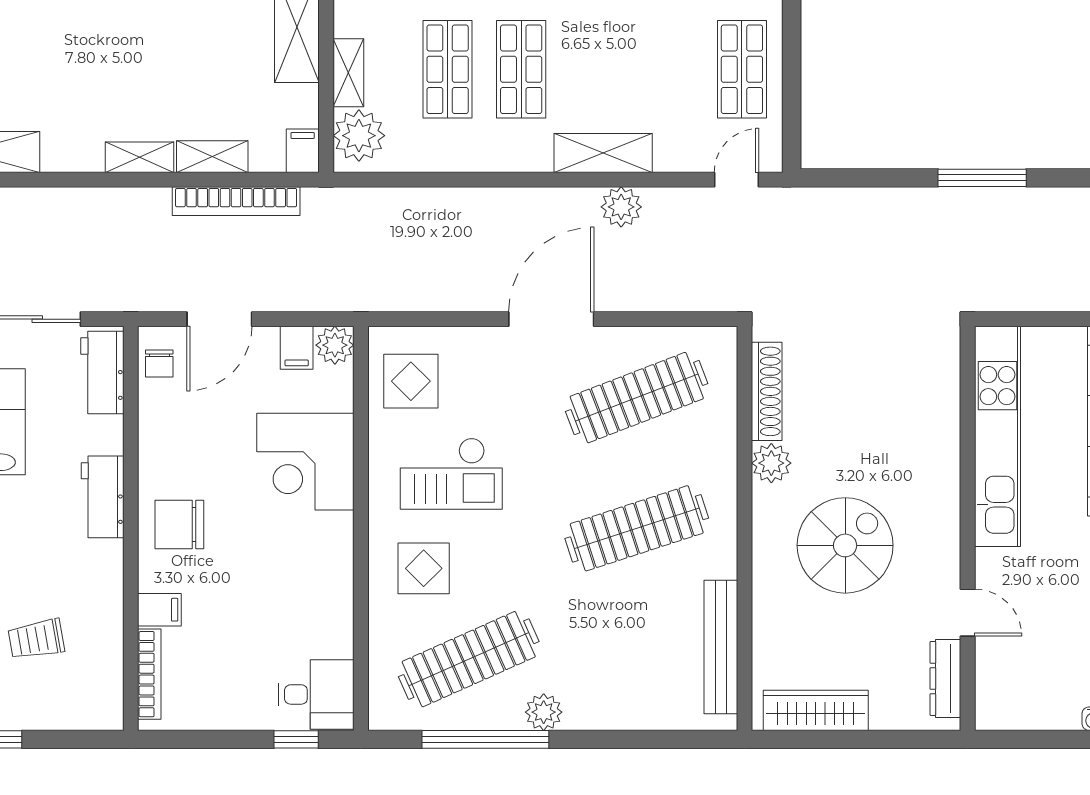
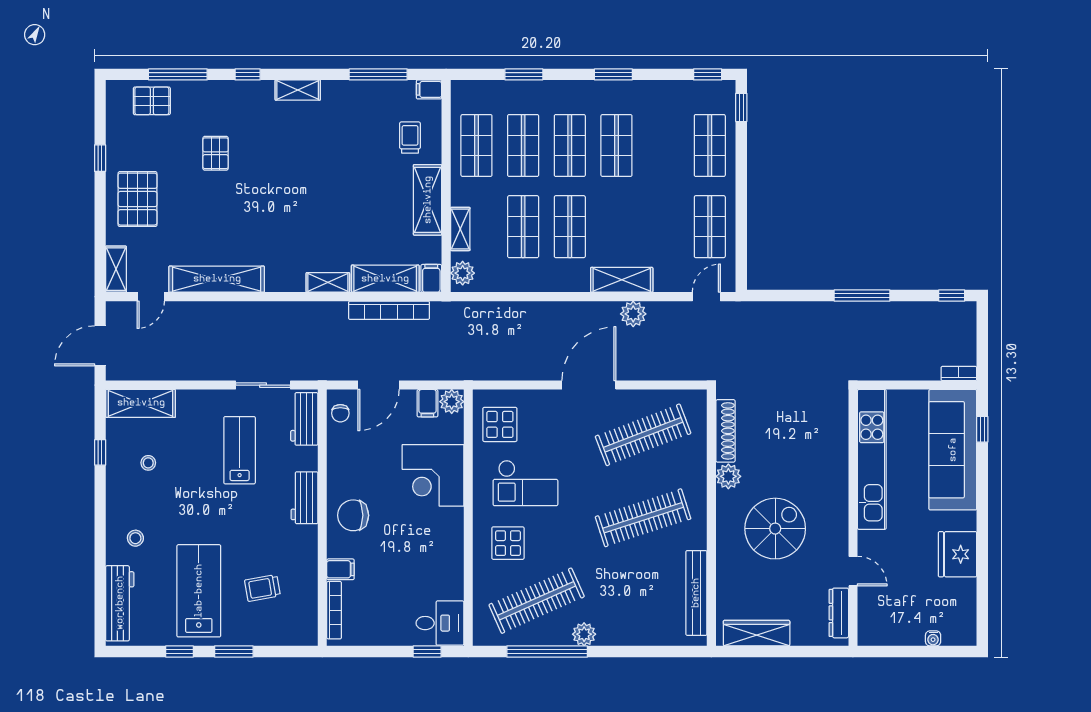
plant: (359, 136) -> (463, 273), width x0.73, depth x0.73
shelving: (212, 157) -> (385, 279), width x1.50, depth x1.33

